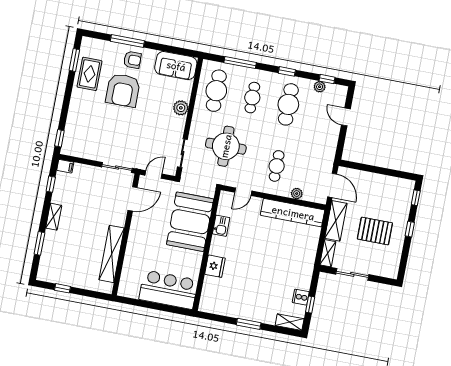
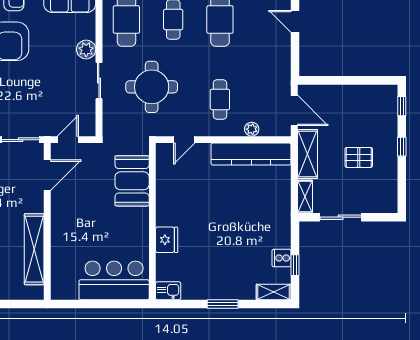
sliding door: (182, 153) -> (99, 81), moved
booth: (190, 222) -> (132, 181), width x0.73, depth x0.70
kitchen sink: (221, 226) -> (168, 291), moved, turned -90
pallet: (375, 231) -> (359, 157), width x0.67, depth x0.71

